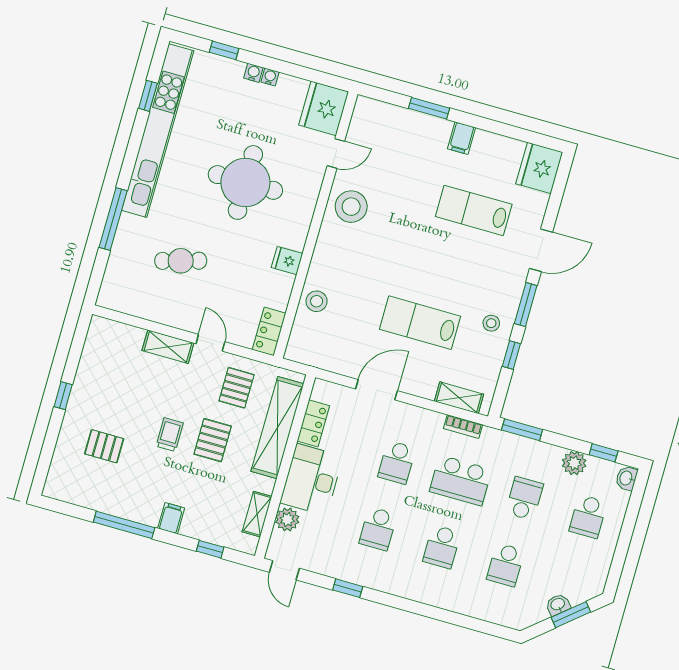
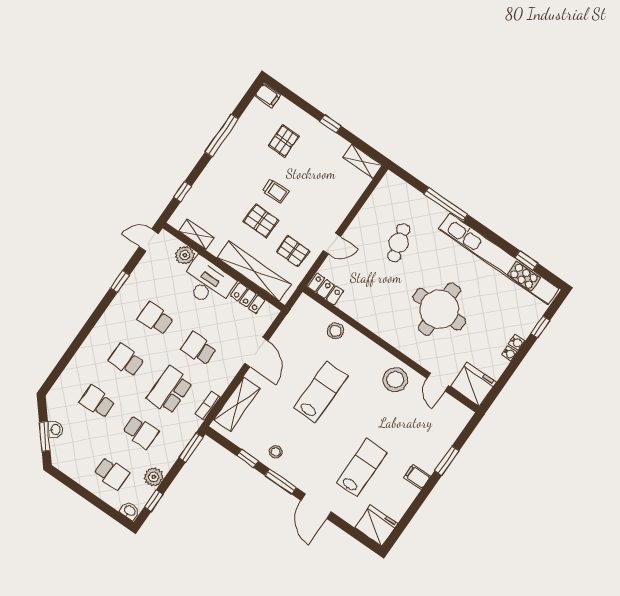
fridge: (287, 261) -> (372, 320), removed
lab bench: (420, 323) -> (321, 392), moved
shelving: (168, 347) -> (363, 162), moved, turned 90
shelving: (459, 398) -> (237, 404), width x1.50, depth x1.33
school desk: (588, 516) -> (112, 474), turned 180
filing cabinet: (171, 518) -> (268, 96), moved

